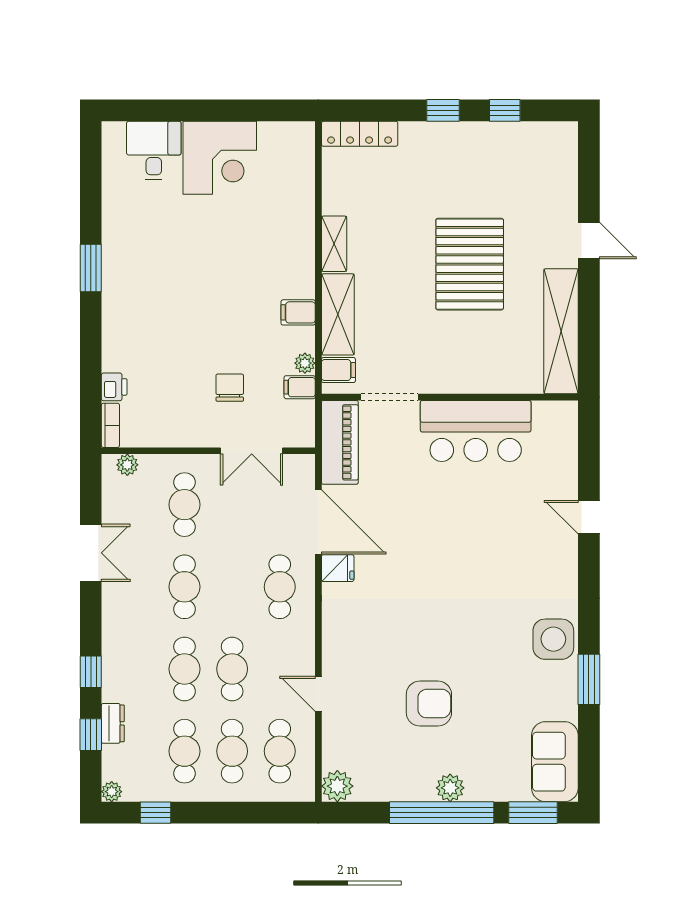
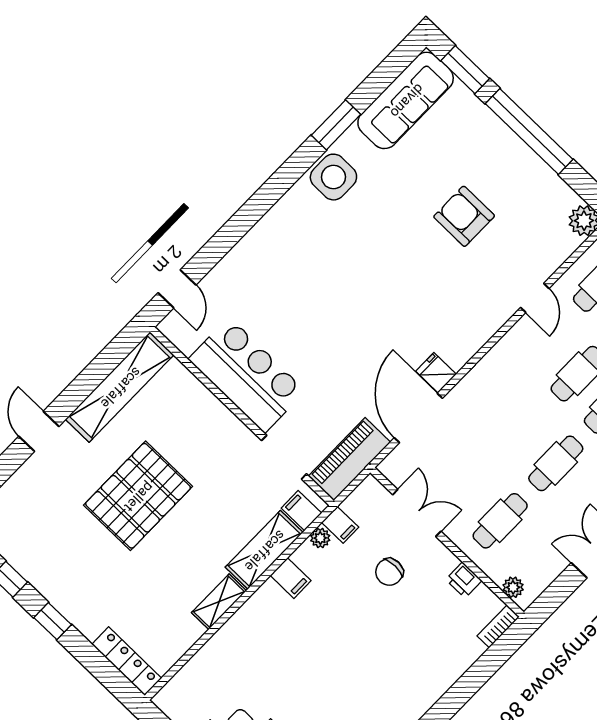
printer: (114, 387) -> (464, 580), moved, turned -90
door: (589, 517) -> (177, 289), moved
cafe table: (280, 587) -> (489, 399), removed
sofa: (555, 762) -> (406, 100), width x1.36
plant: (450, 788) -> (506, 143), removed

